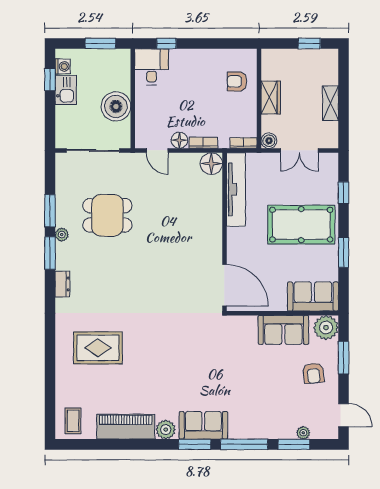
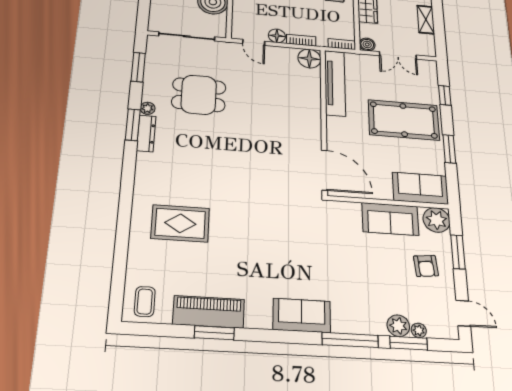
window: (50, 211) -> (138, 67), moved
dresser: (62, 284) -> (146, 134), moved, width x1.44
plant: (166, 430) -> (398, 326), moved
window: (195, 444) -> (214, 333), moved

